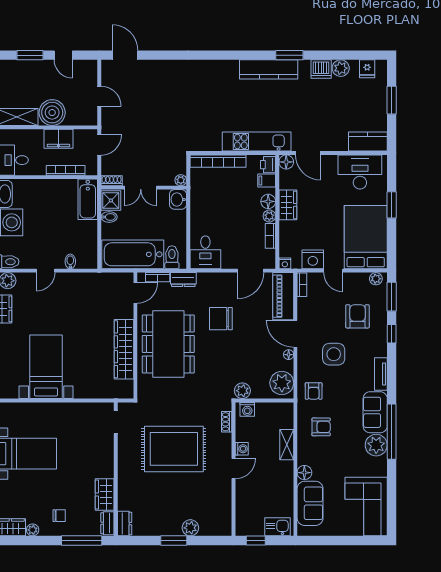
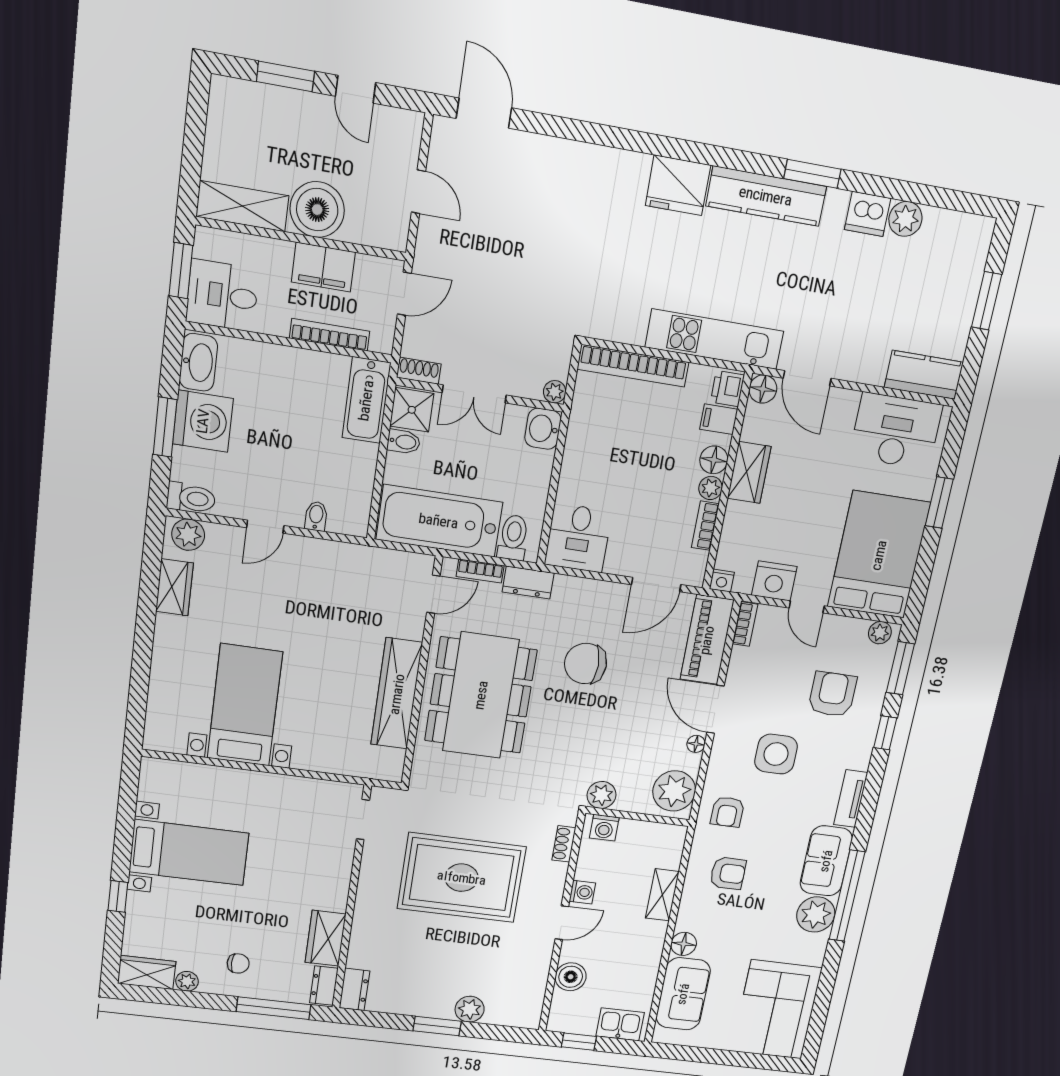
fridge: (367, 69) -> (678, 185), moved, width x1.88, depth x1.34
boiler: (244, 501) -> (571, 977), added

